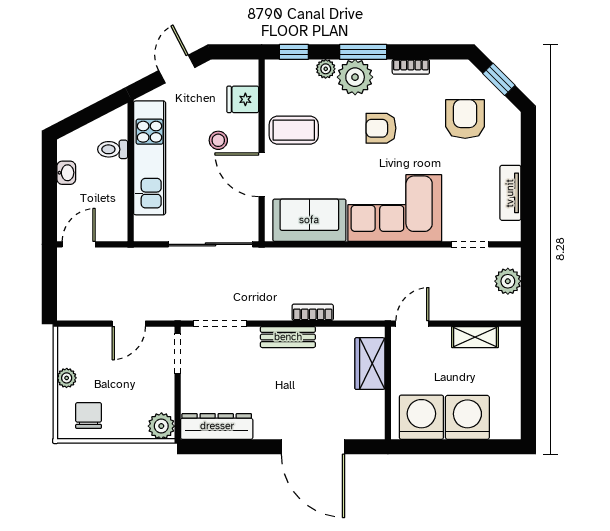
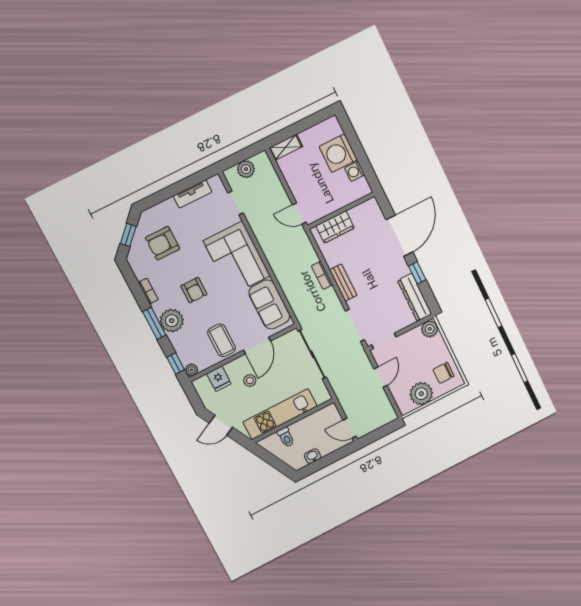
plant: (326, 69) -> (192, 370), moved
door: (129, 324) -> (381, 377), hinge flipped
shelving: (475, 337) -> (286, 147), moved, turned 90
plant: (67, 378) -> (421, 394), width x1.88, depth x1.88
washing machine: (421, 417) -> (355, 171), width x0.53, depth x0.53
window: (249, 447) -> (417, 273), added

